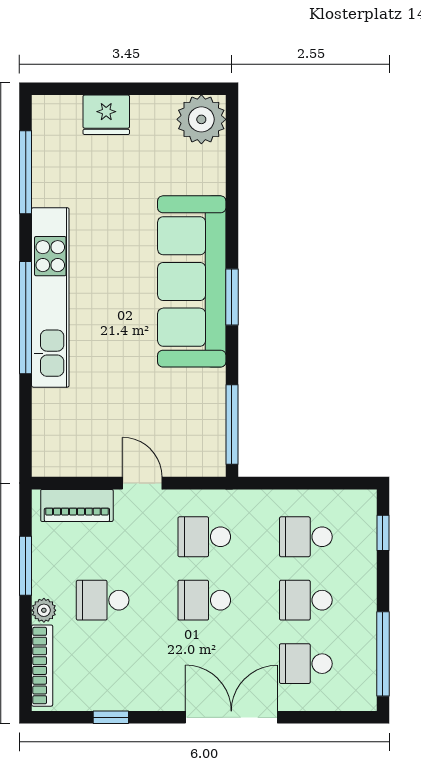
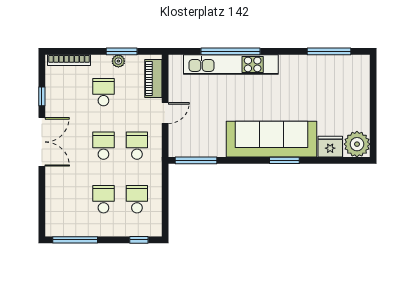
fridge: (106, 115) -> (330, 147), moved, turned 90
kitchen unit: (50, 297) -> (231, 64), moved
window: (232, 297) -> (284, 160), moved
window: (26, 318) -> (230, 51), moved
plant: (44, 610) -> (118, 61), moved
school desk: (306, 664) -> (70, 199), removed
double door: (231, 717) -> (42, 142), moved

